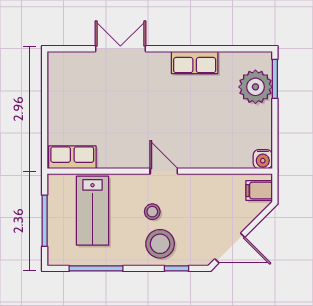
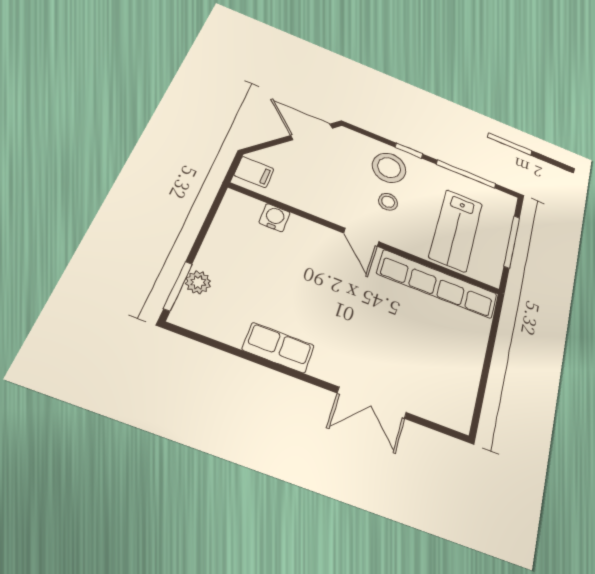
plant: (255, 87) -> (198, 282), width x0.53, depth x0.53
row of seats: (72, 157) -> (437, 284), width x2.02
water cooler: (263, 159) -> (275, 218), moved
lab bench: (93, 211) -> (456, 230), turned 180
window: (177, 268) -> (409, 151), moved

